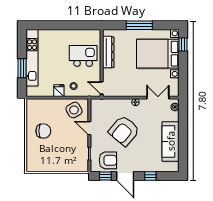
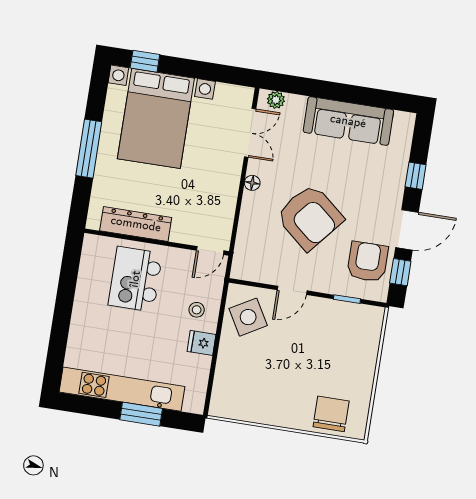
double door: (158, 98) -> (250, 133), swing flipped
chair: (43, 131) -> (331, 414), moved

